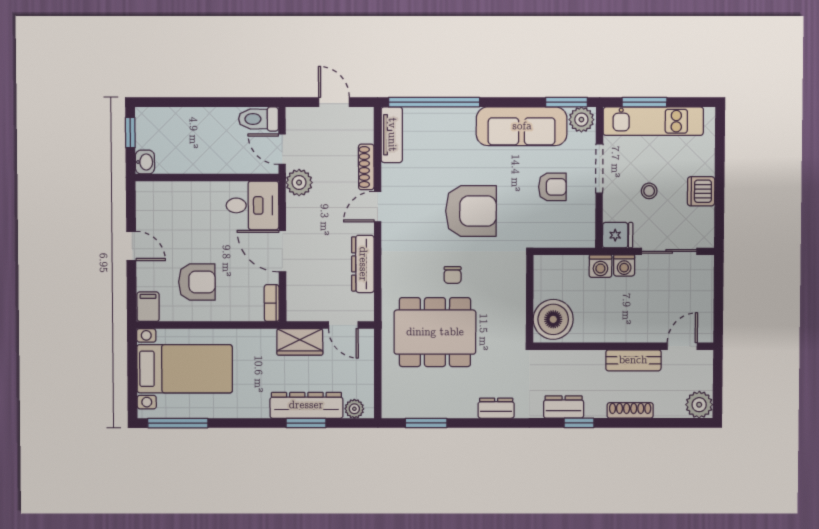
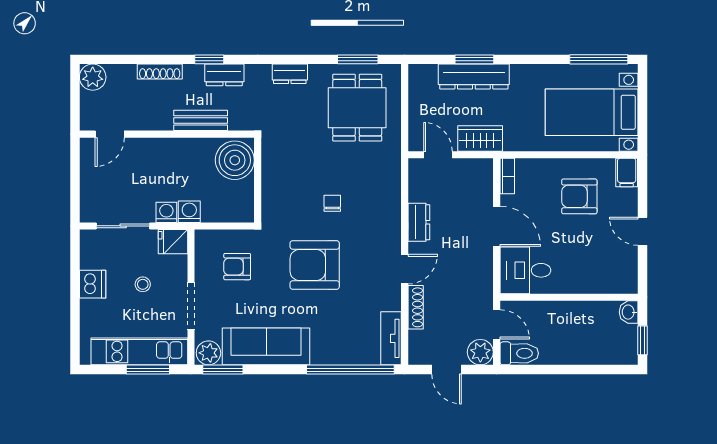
plant: (299, 183) -> (480, 352), moved
armchair: (552, 187) -> (237, 267), moved
dresser: (363, 264) -> (419, 222), width x0.70
dining table: (435, 332) -> (357, 108), moved, width x0.73
bench: (633, 360) -> (201, 120), moved
plant: (354, 409) -> (427, 73), removed

